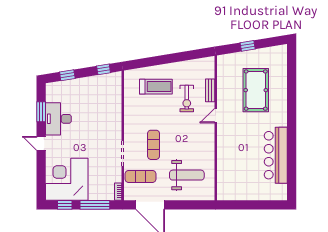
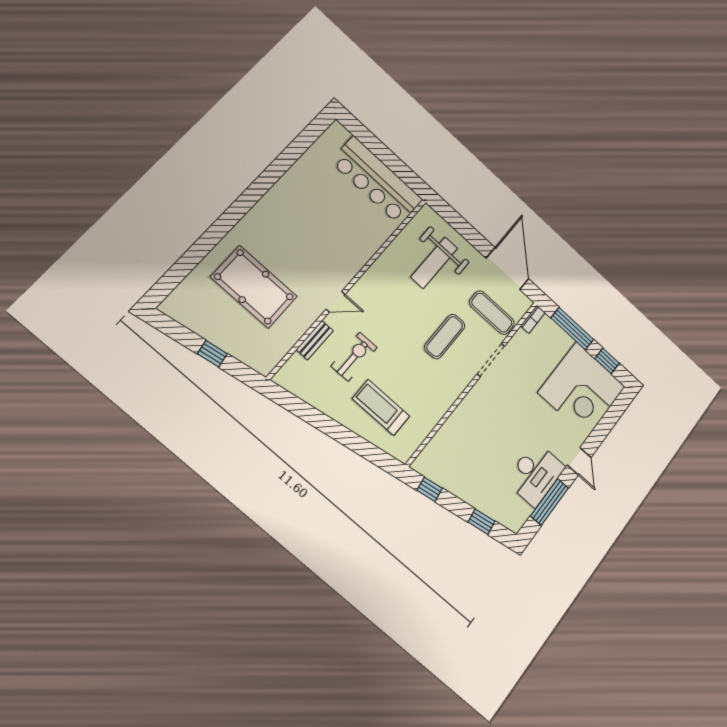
pool table: (256, 90) -> (254, 287), turned 90
window: (41, 112) -> (550, 502), width x1.44
bar counter: (276, 155) -> (377, 181), moved, turned 90
weight bench: (187, 175) -> (434, 263), turned -90

